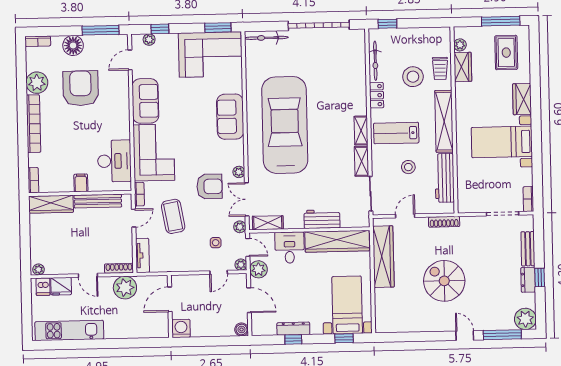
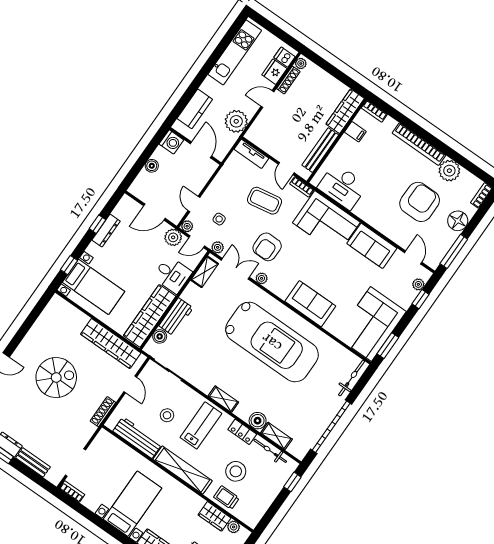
armchair: (81, 88) -> (420, 202), turned -90
boiler: (358, 89) -> (258, 421), added
shelving: (362, 161) -> (276, 436), moved
filing cabinet: (81, 183) -> (355, 132), moved
boiler: (348, 221) -> (160, 336), added
shoe rack: (119, 268) -> (288, 80), moved
kitchen counter: (140, 329) -> (195, 109), added
boiler: (242, 329) -> (152, 166), moved

